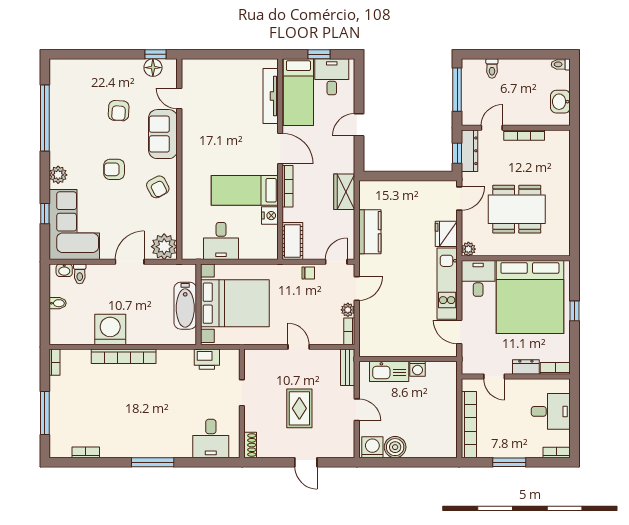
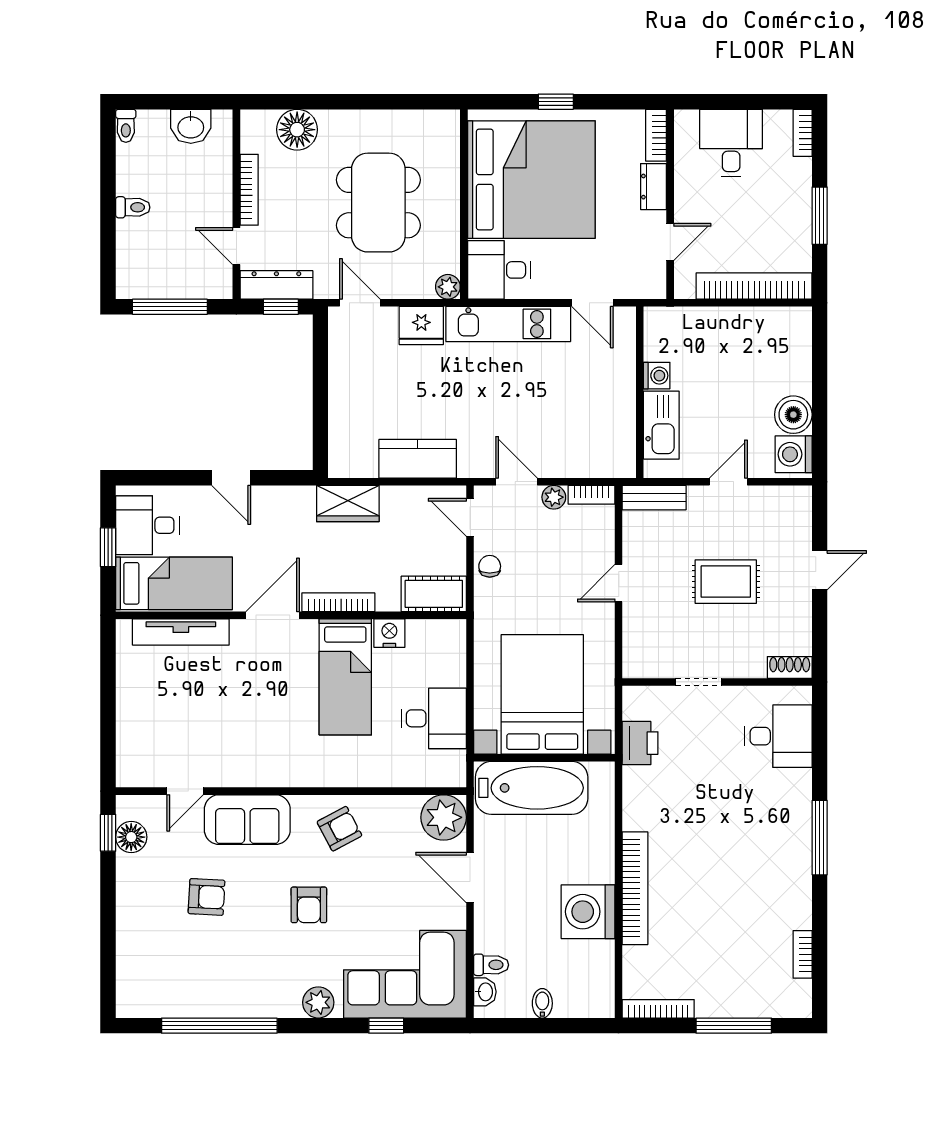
toilet: (492, 68) -> (133, 207), moved
floor lamp: (559, 163) -> (297, 130), added
bathtub: (185, 306) -> (532, 788), width x1.36, depth x1.36
door: (459, 332) -> (592, 303), hinge flipped
bookcase: (55, 362) -> (658, 1009), width x1.56

